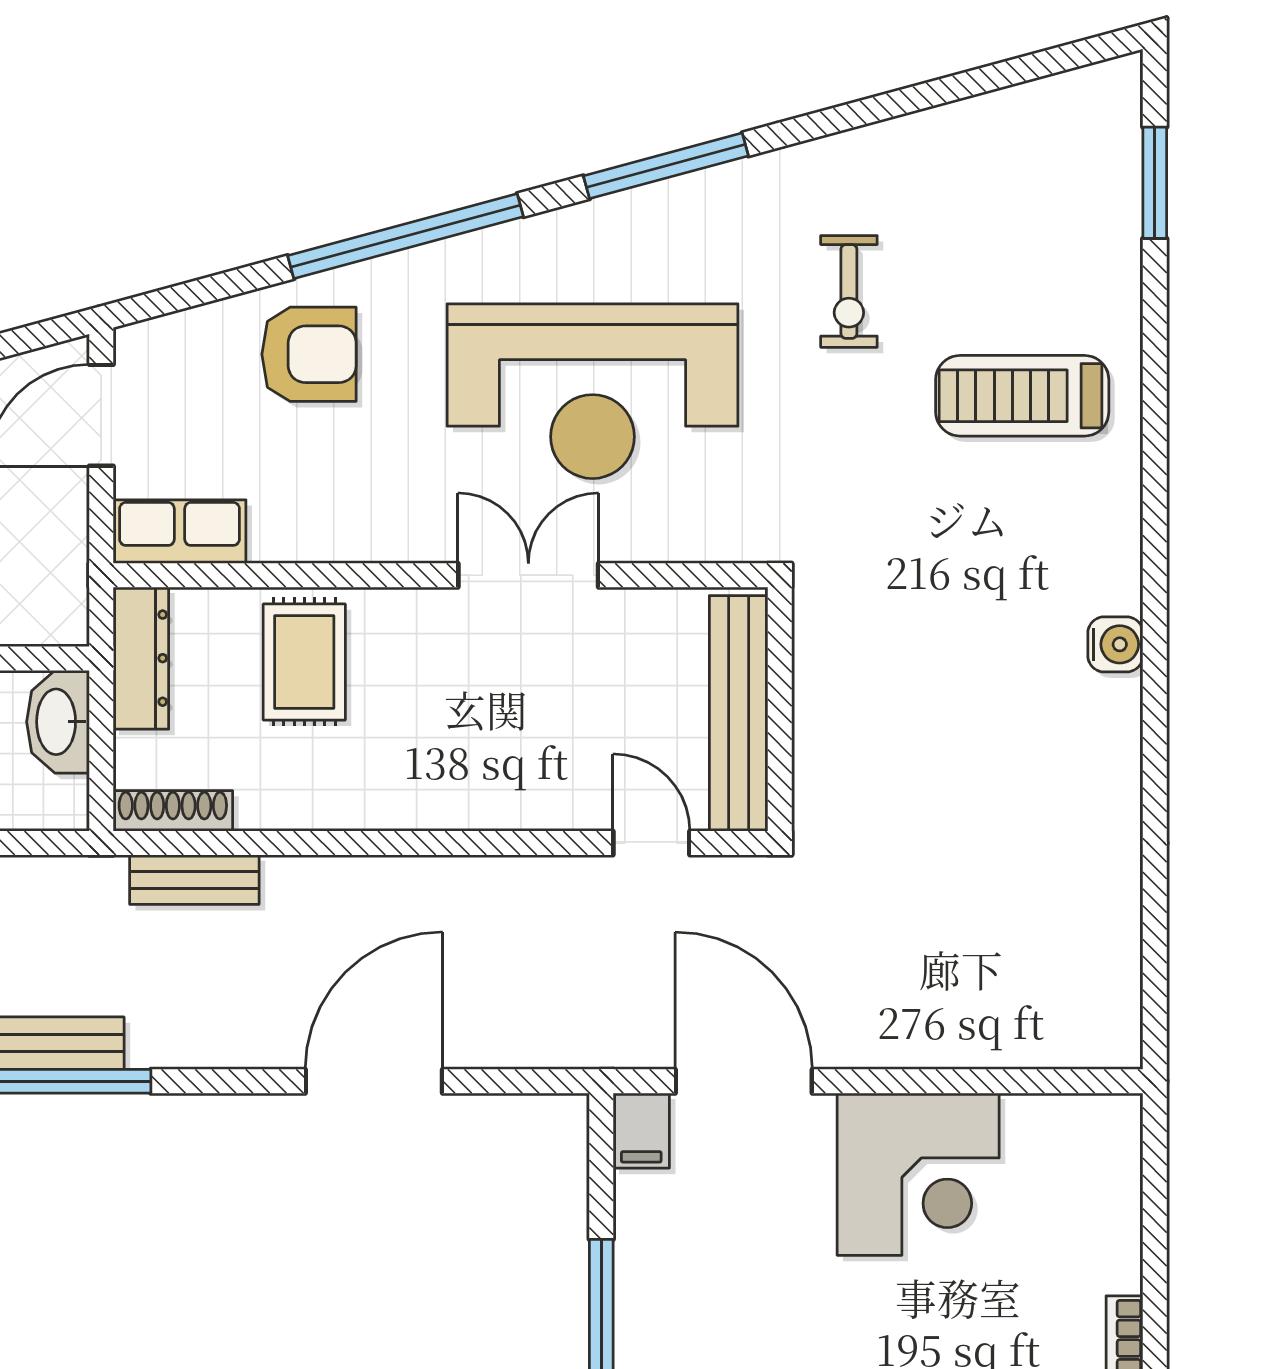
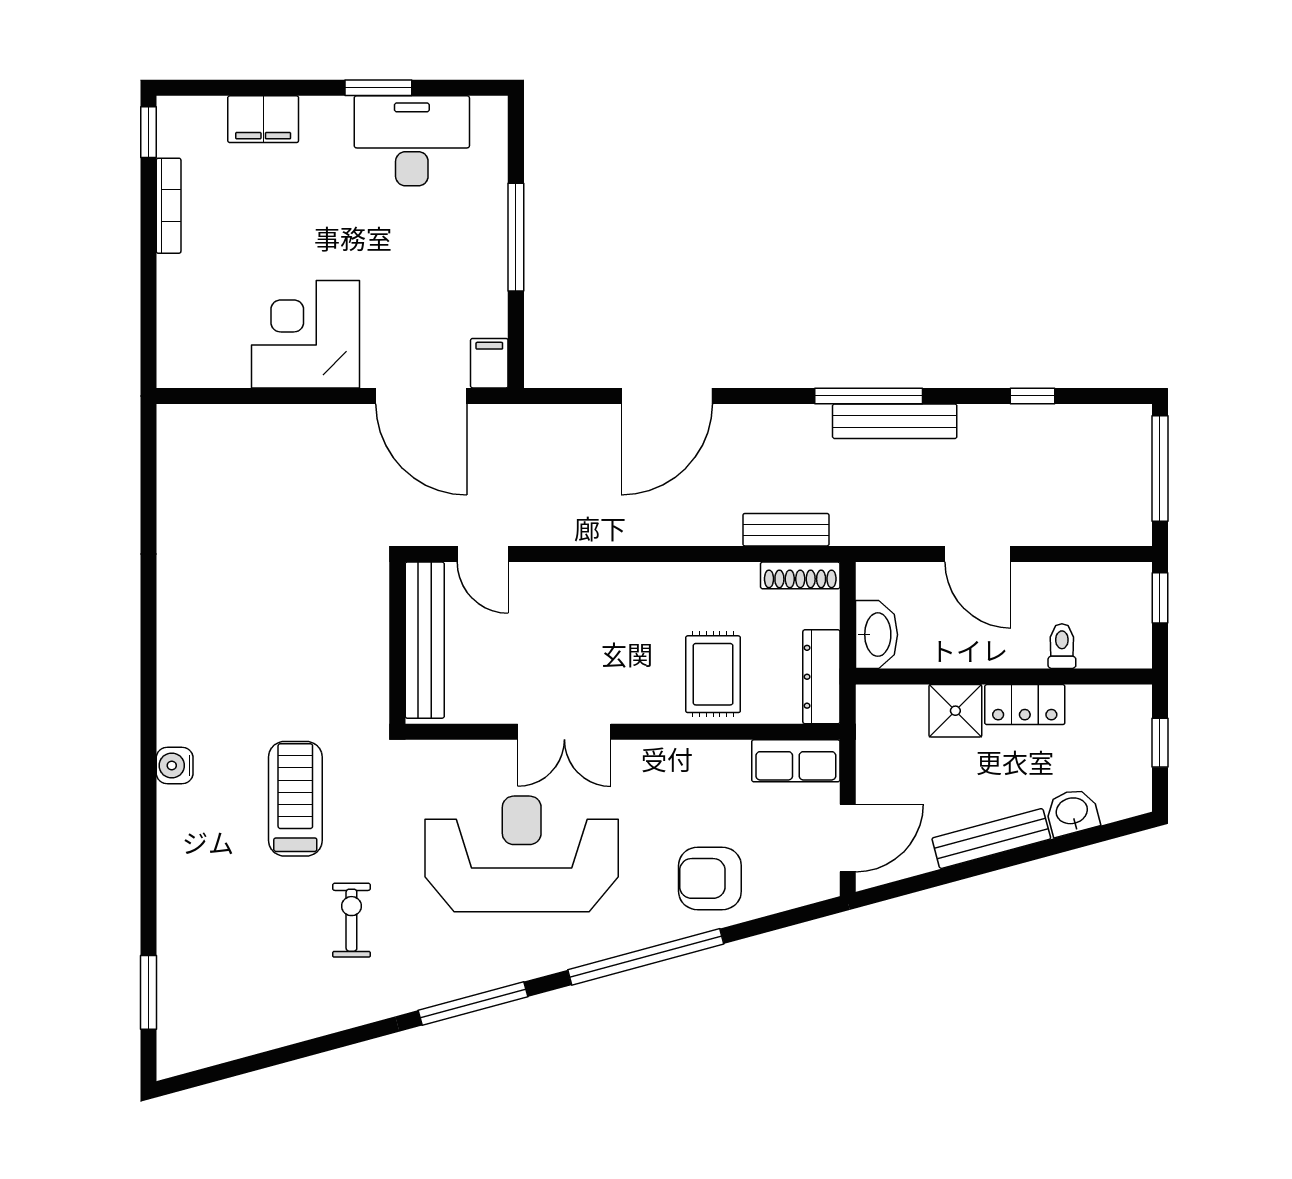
treadmill: (1022, 396) -> (295, 799), moved, turned -90
water cooler: (1115, 644) -> (175, 765), moved

